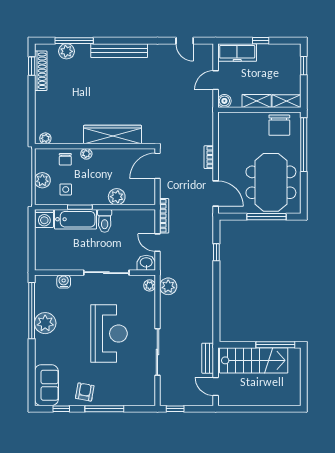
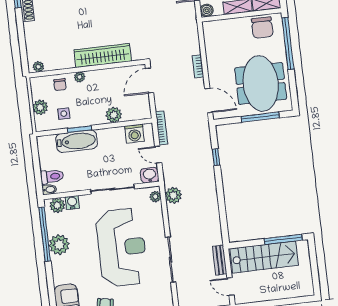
washing machine: (44, 218) -> (134, 134), moved
toilet: (105, 221) -> (52, 176), moved, turned -90
bidet: (42, 266) -> (49, 190), added
plant: (48, 283) -> (57, 205), added
reception desk: (109, 334) -> (122, 247), width x1.36, depth x1.30

